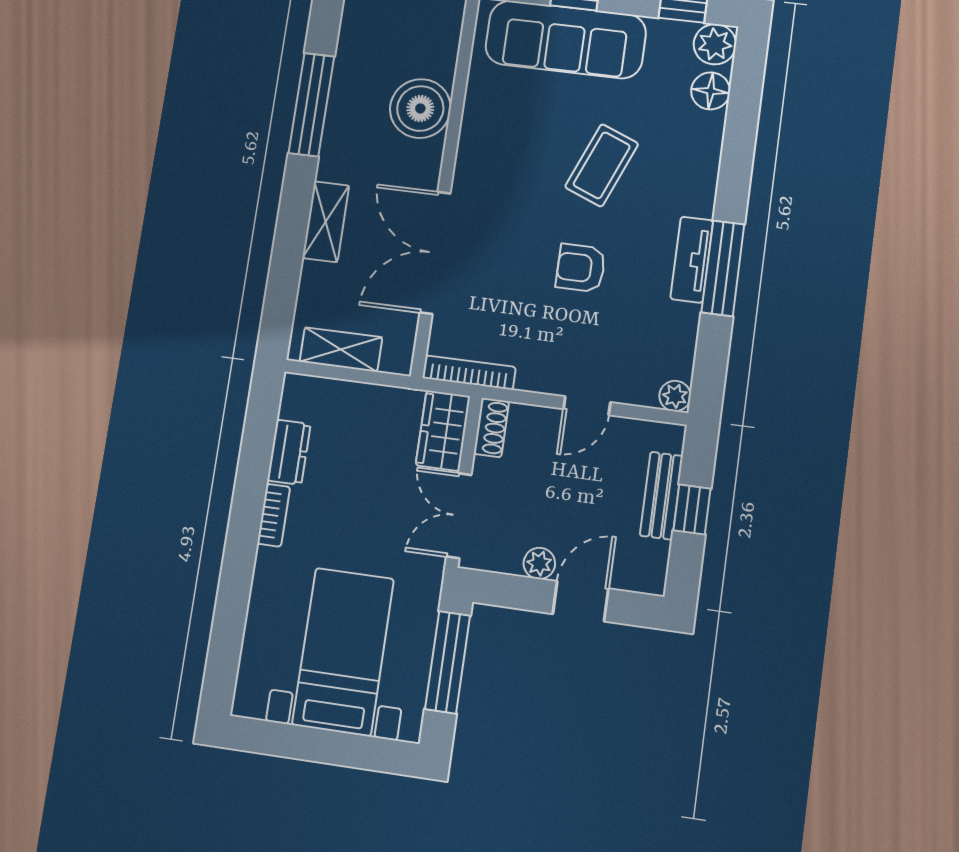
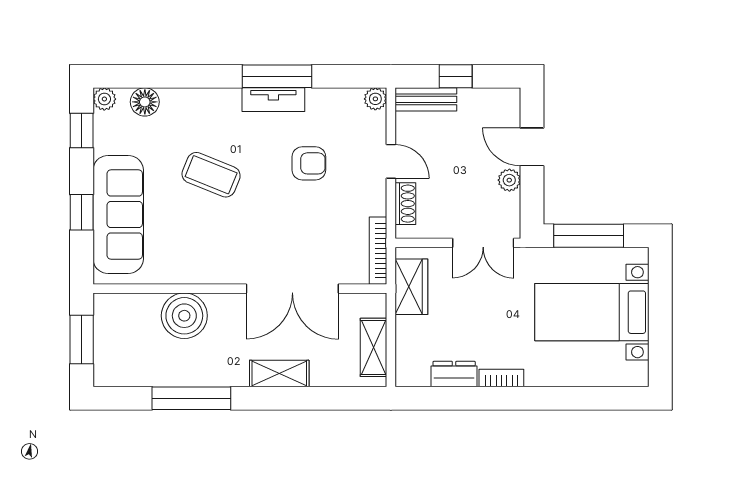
plant: (715, 44) -> (104, 99), width x0.73, depth x0.73
armchair: (581, 268) -> (309, 163), moved, turned -90
shoe rack: (491, 428) -> (405, 204), moved, turned 90
wardrobe: (443, 431) -> (411, 287), moved, turned -90
bench: (661, 496) -> (426, 99), moved

